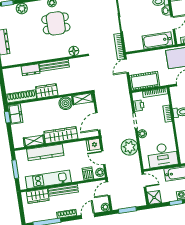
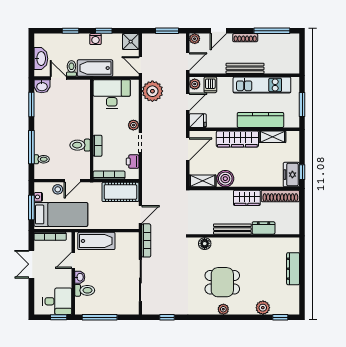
plant: (129, 147) -> (152, 91), moved
door: (103, 158) -> (188, 102), hinge flipped
wardrobe: (38, 196) -> (279, 66), removed

